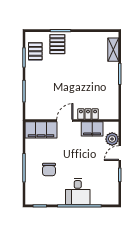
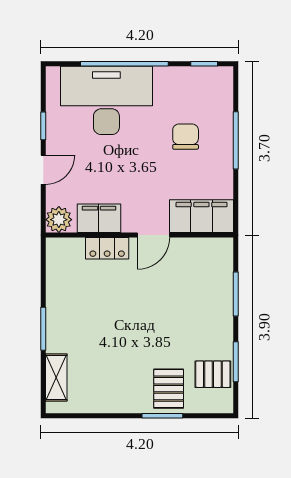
pallet: (35, 51) -> (213, 374), turned 90
plant: (112, 139) -> (59, 220), moved
desk: (78, 192) -> (106, 100), width x1.87, depth x1.30

